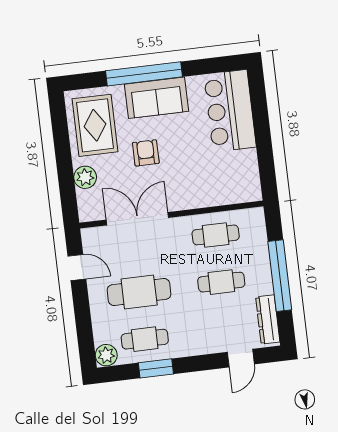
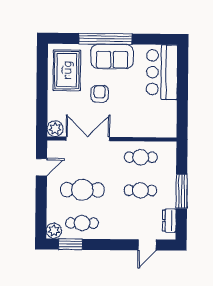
plant: (85, 177) -> (55, 129), moved
door: (77, 268) -> (41, 167), hinge flipped
window: (280, 276) -> (182, 191), width x0.68
dresser: (268, 319) -> (169, 221), width x0.70
window: (156, 368) -> (70, 244), moved

